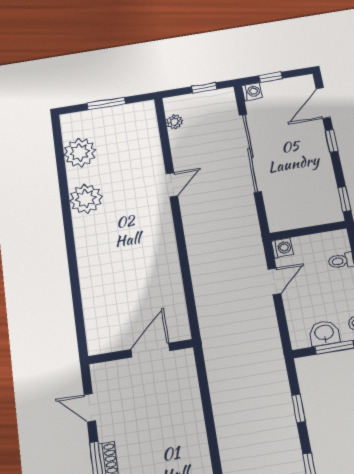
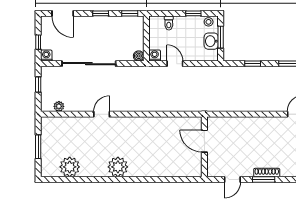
window: (332, 141) -> (101, 13), moved
door: (172, 185) -> (102, 114), hinge flipped
plant: (86, 199) -> (118, 167), moved
boiler: (277, 224) -> (139, 56), added

